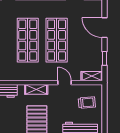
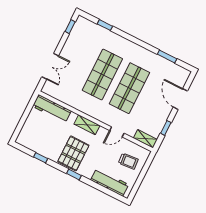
door: (65, 83) -> (117, 132), swing flipped

